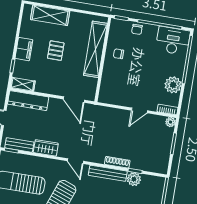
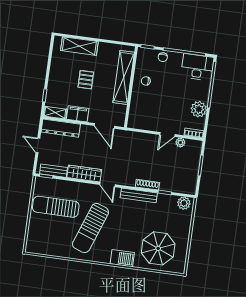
filing cabinet: (24, 49) -> (78, 114), moved, turned -90
plant: (170, 122) -> (180, 143), moved
wardrobe: (46, 148) -> (84, 174), width x1.50
plant: (134, 179) -> (184, 203), moved

